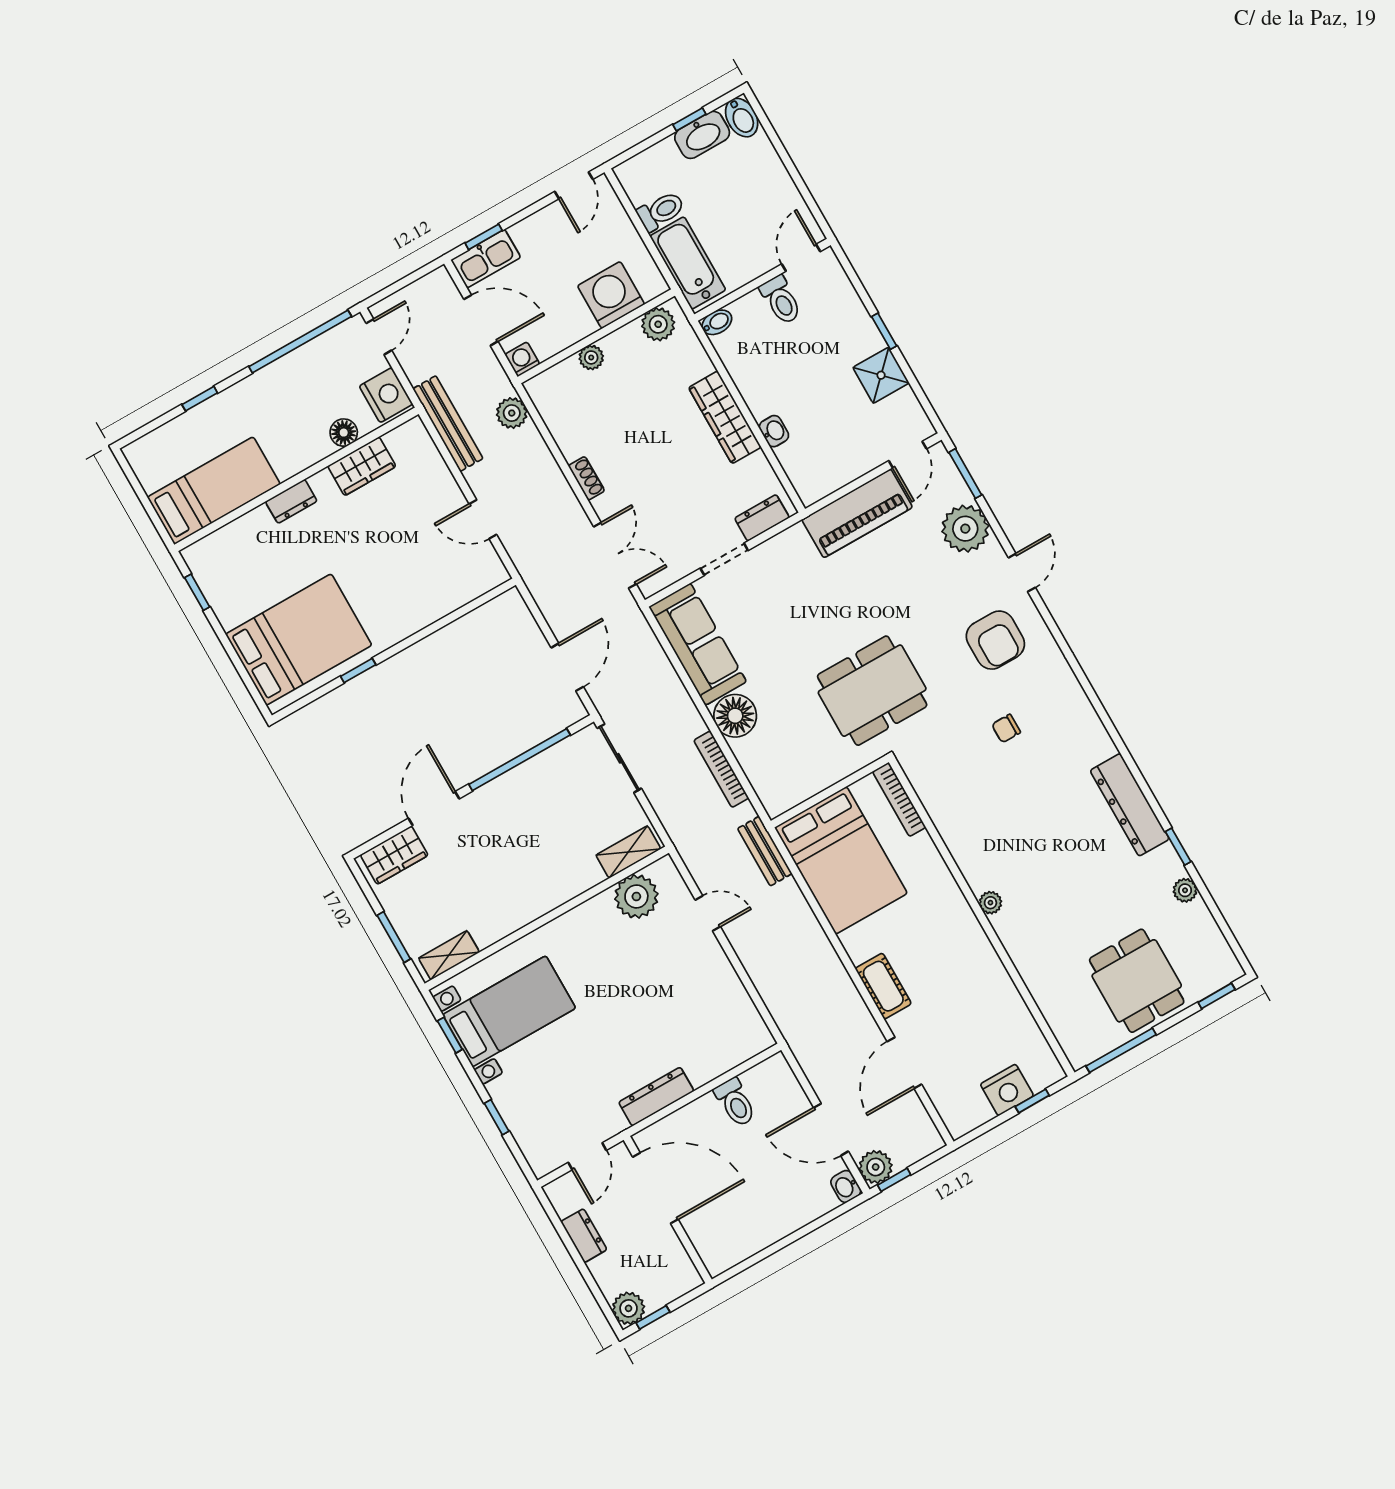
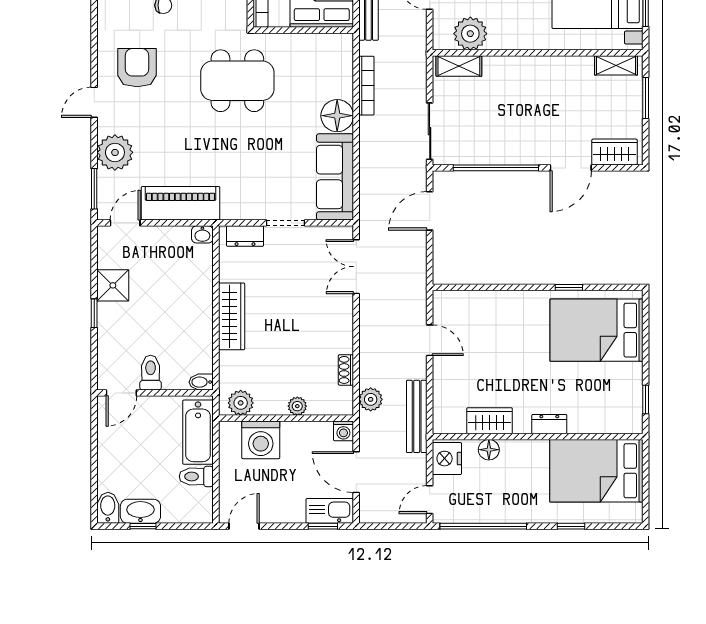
washbasin: (774, 431) -> (202, 234), moved, turned -90
shoe rack: (586, 478) -> (346, 370), moved
bed: (214, 491) -> (596, 471), width x1.50

